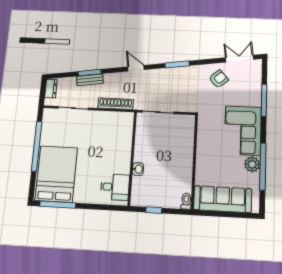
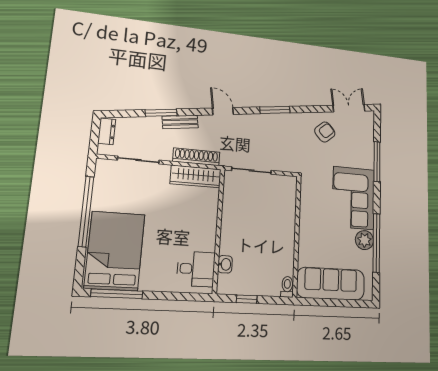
bench: (90, 80) -> (180, 122), moved
wardrobe: (115, 118) -> (196, 176), added
washbasin: (138, 169) -> (225, 264), moved

